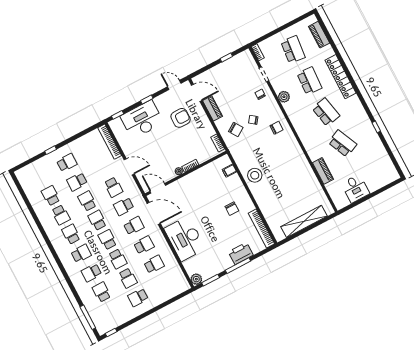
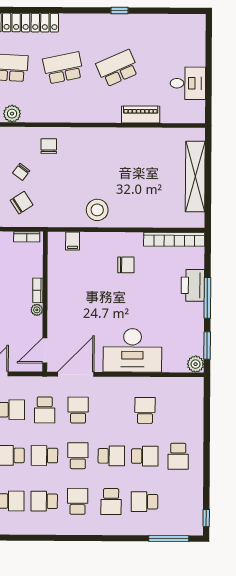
school desk: (107, 240) -> (78, 456), turned 90
school desk: (144, 245) -> (112, 410), removed

